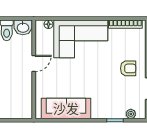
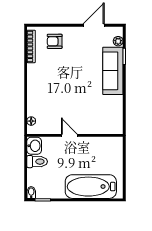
corner sofa: (81, 39) -> (45, 90), removed
armchair: (128, 68) -> (55, 41), moved, turned -90
sofa: (66, 108) -> (113, 71), moved

